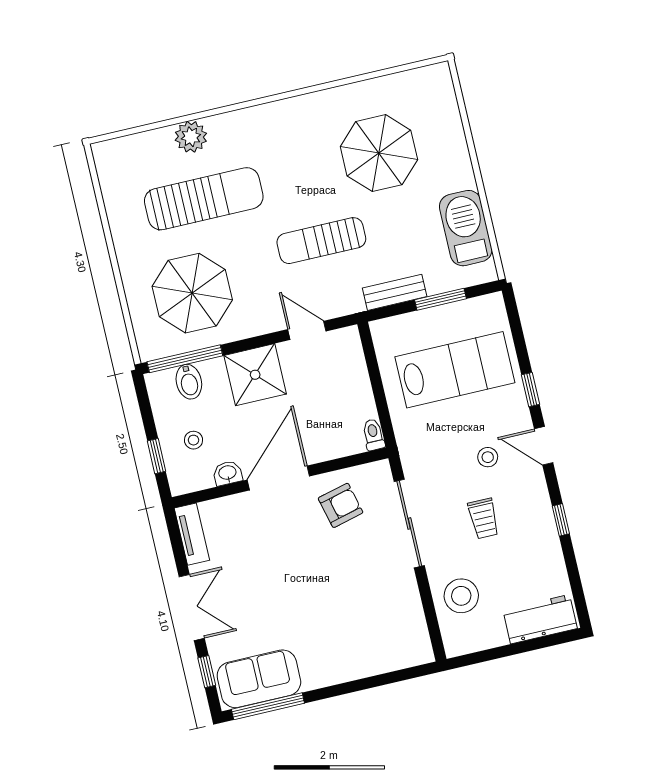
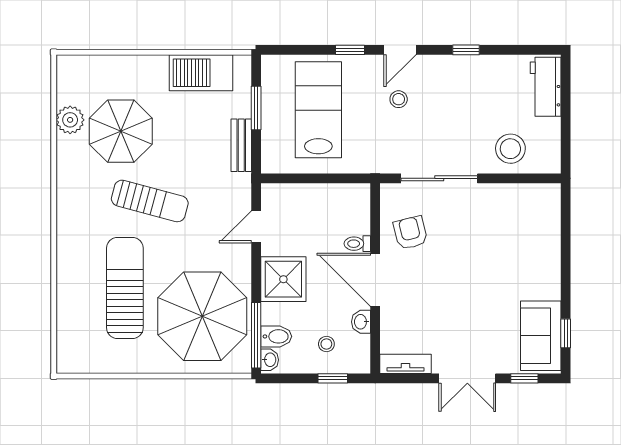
plant: (191, 137) -> (70, 120), moved
sun lounger: (321, 241) -> (150, 201), moved, turned -75
parasol: (192, 293) -> (202, 316), width x1.36, depth x1.36
washbasin: (161, 380) -> (270, 360), added
toilet: (373, 435) -> (357, 244), moved
trolley: (484, 518) -> (450, 115), removed
double door: (192, 607) -> (467, 378), swing flipped
window: (268, 706) -> (566, 333), width x0.46

